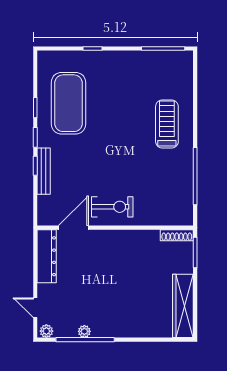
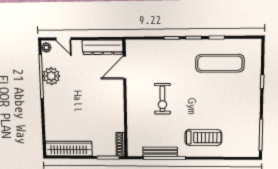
exercise mat: (68, 103) -> (220, 63), width x0.68
bench: (44, 171) -> (160, 152), moved
exercise bike: (112, 207) -> (162, 99), moved
door: (73, 228) -> (125, 68), swing flipped
door: (35, 308) -> (63, 39), swing flipped
plant: (84, 331) -> (51, 76), width x1.88, depth x1.88

